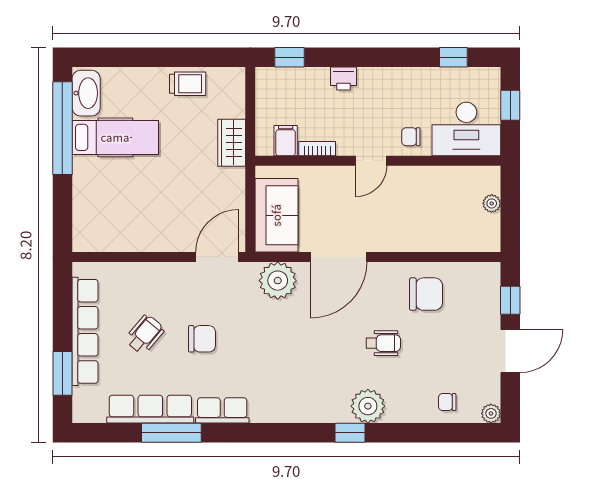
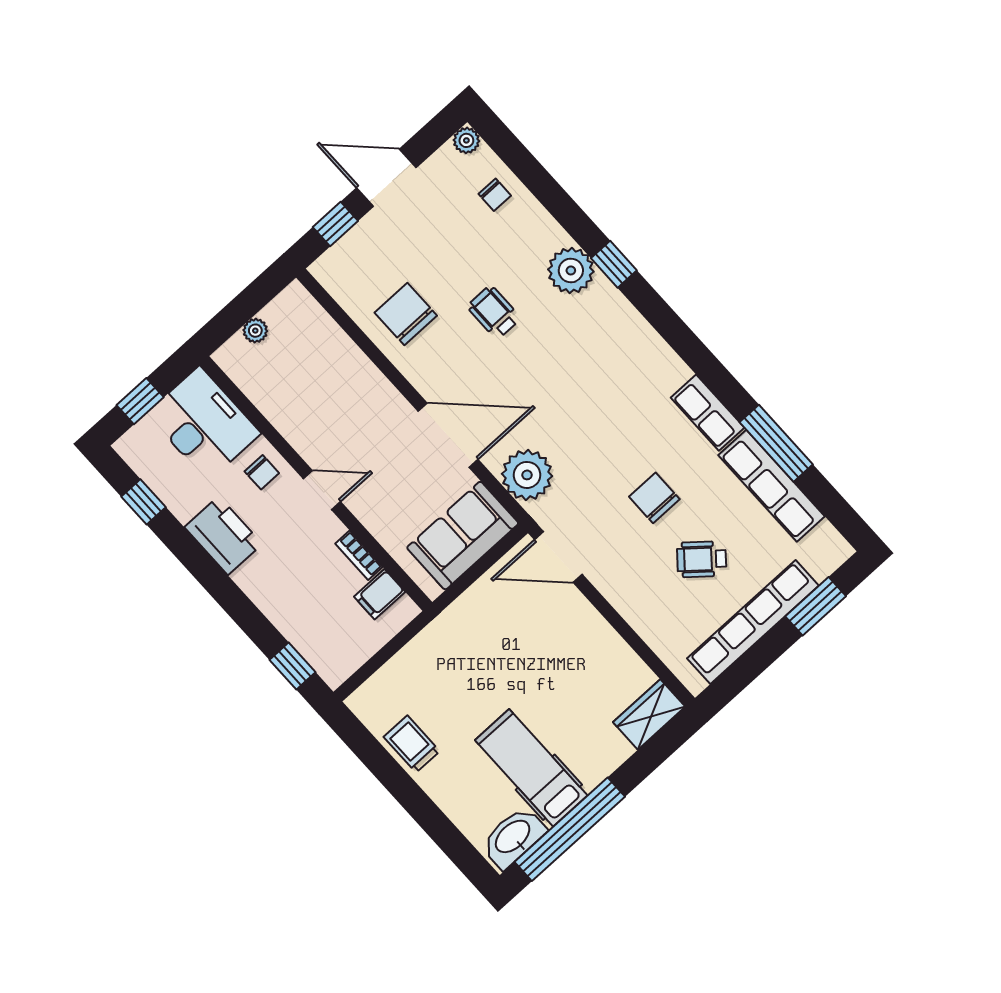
printer: (343, 79) -> (223, 536), moved, width x1.87, depth x1.48
wardrobe: (232, 143) -> (649, 714), moved, turned 180

